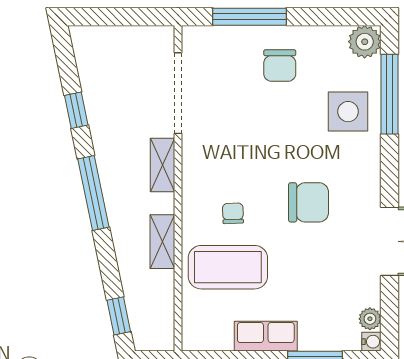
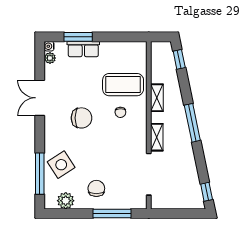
plant: (365, 42) -> (66, 201), moved
window: (76, 110) -> (207, 192), moved
side table: (348, 112) -> (61, 165), turned -33
chair: (309, 202) -> (82, 118), turned 180
row of seats: (266, 336) -> (83, 49), moved

